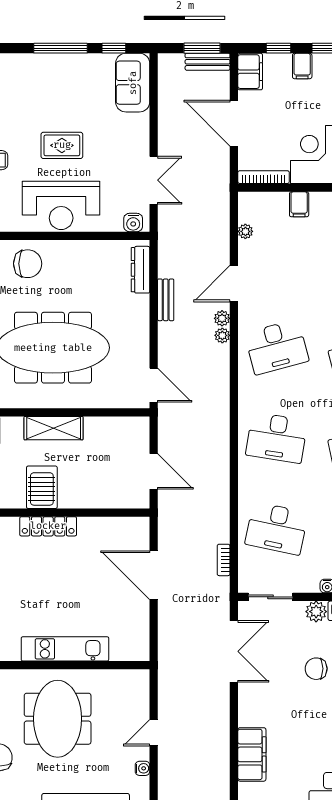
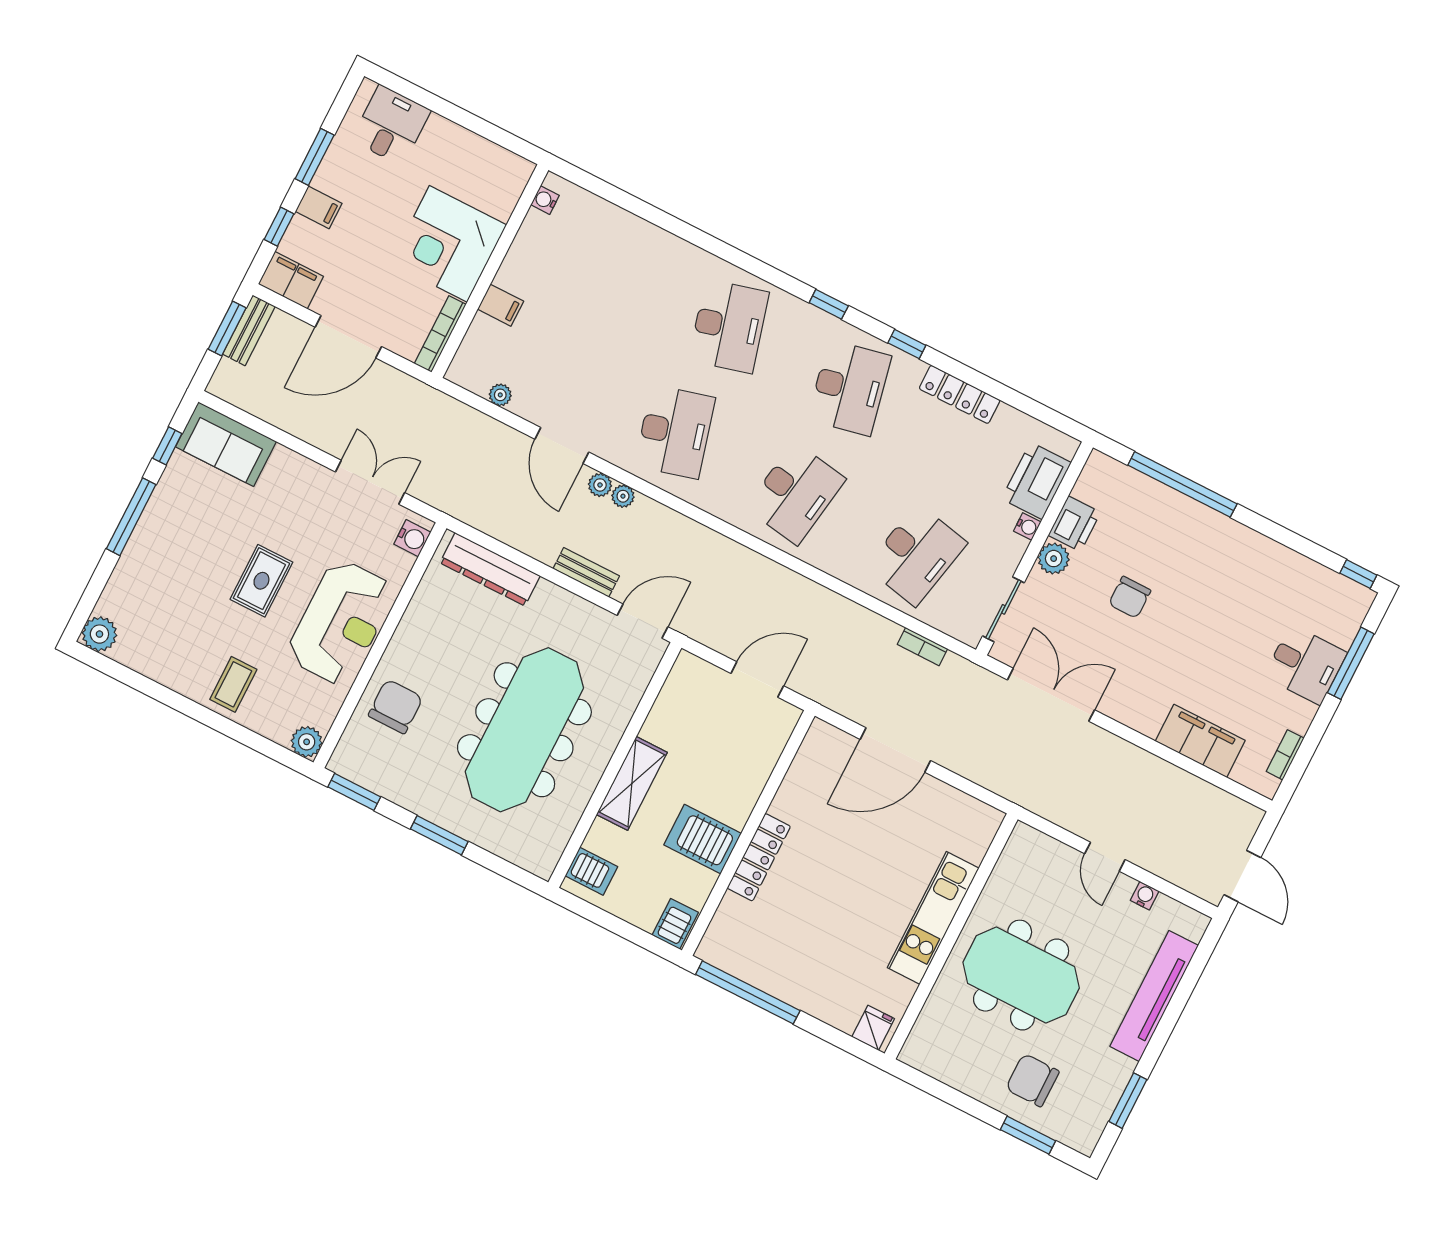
dresser: (140, 270) -> (490, 569), width x1.37, depth x1.24
bench: (166, 300) -> (586, 572), moved

